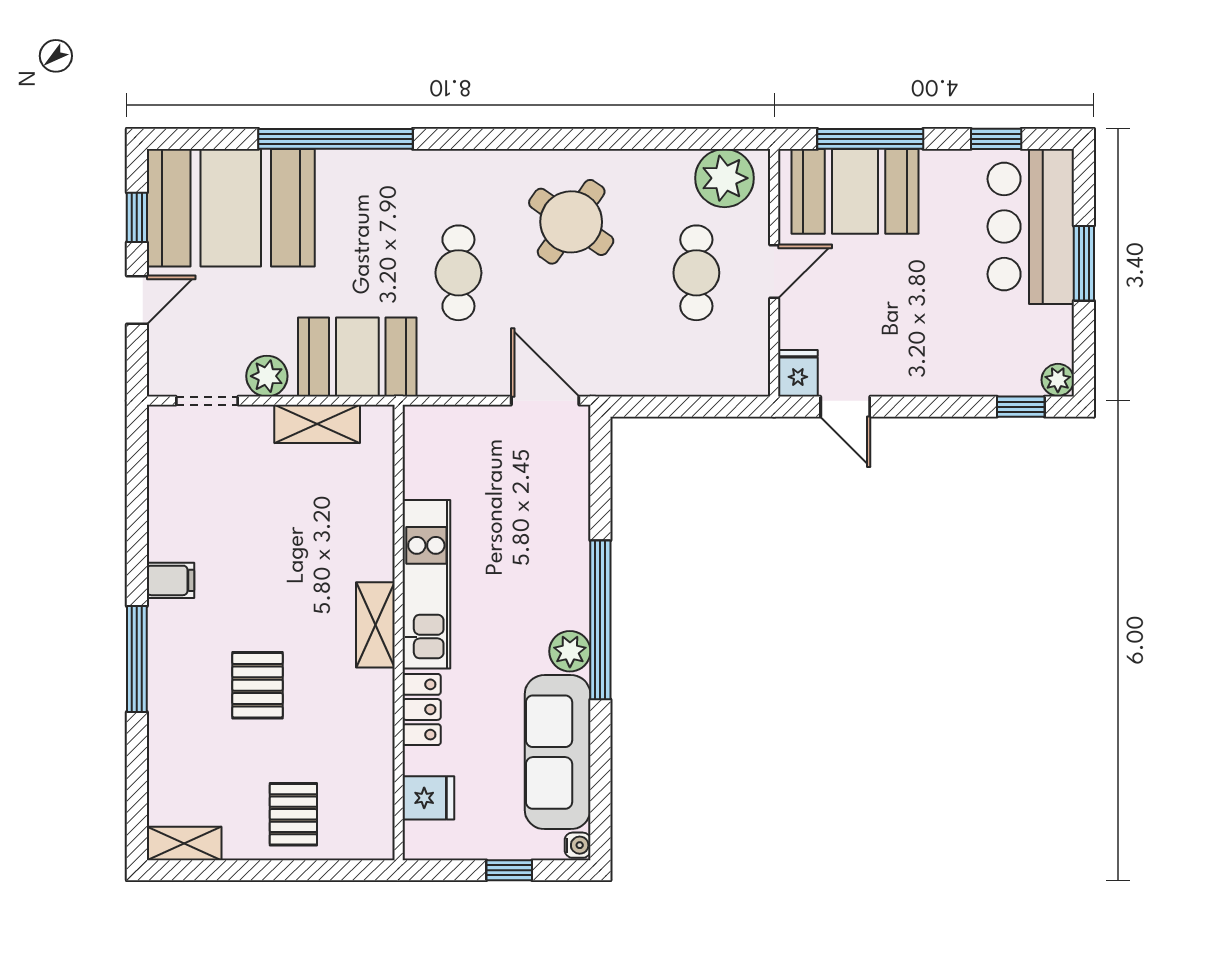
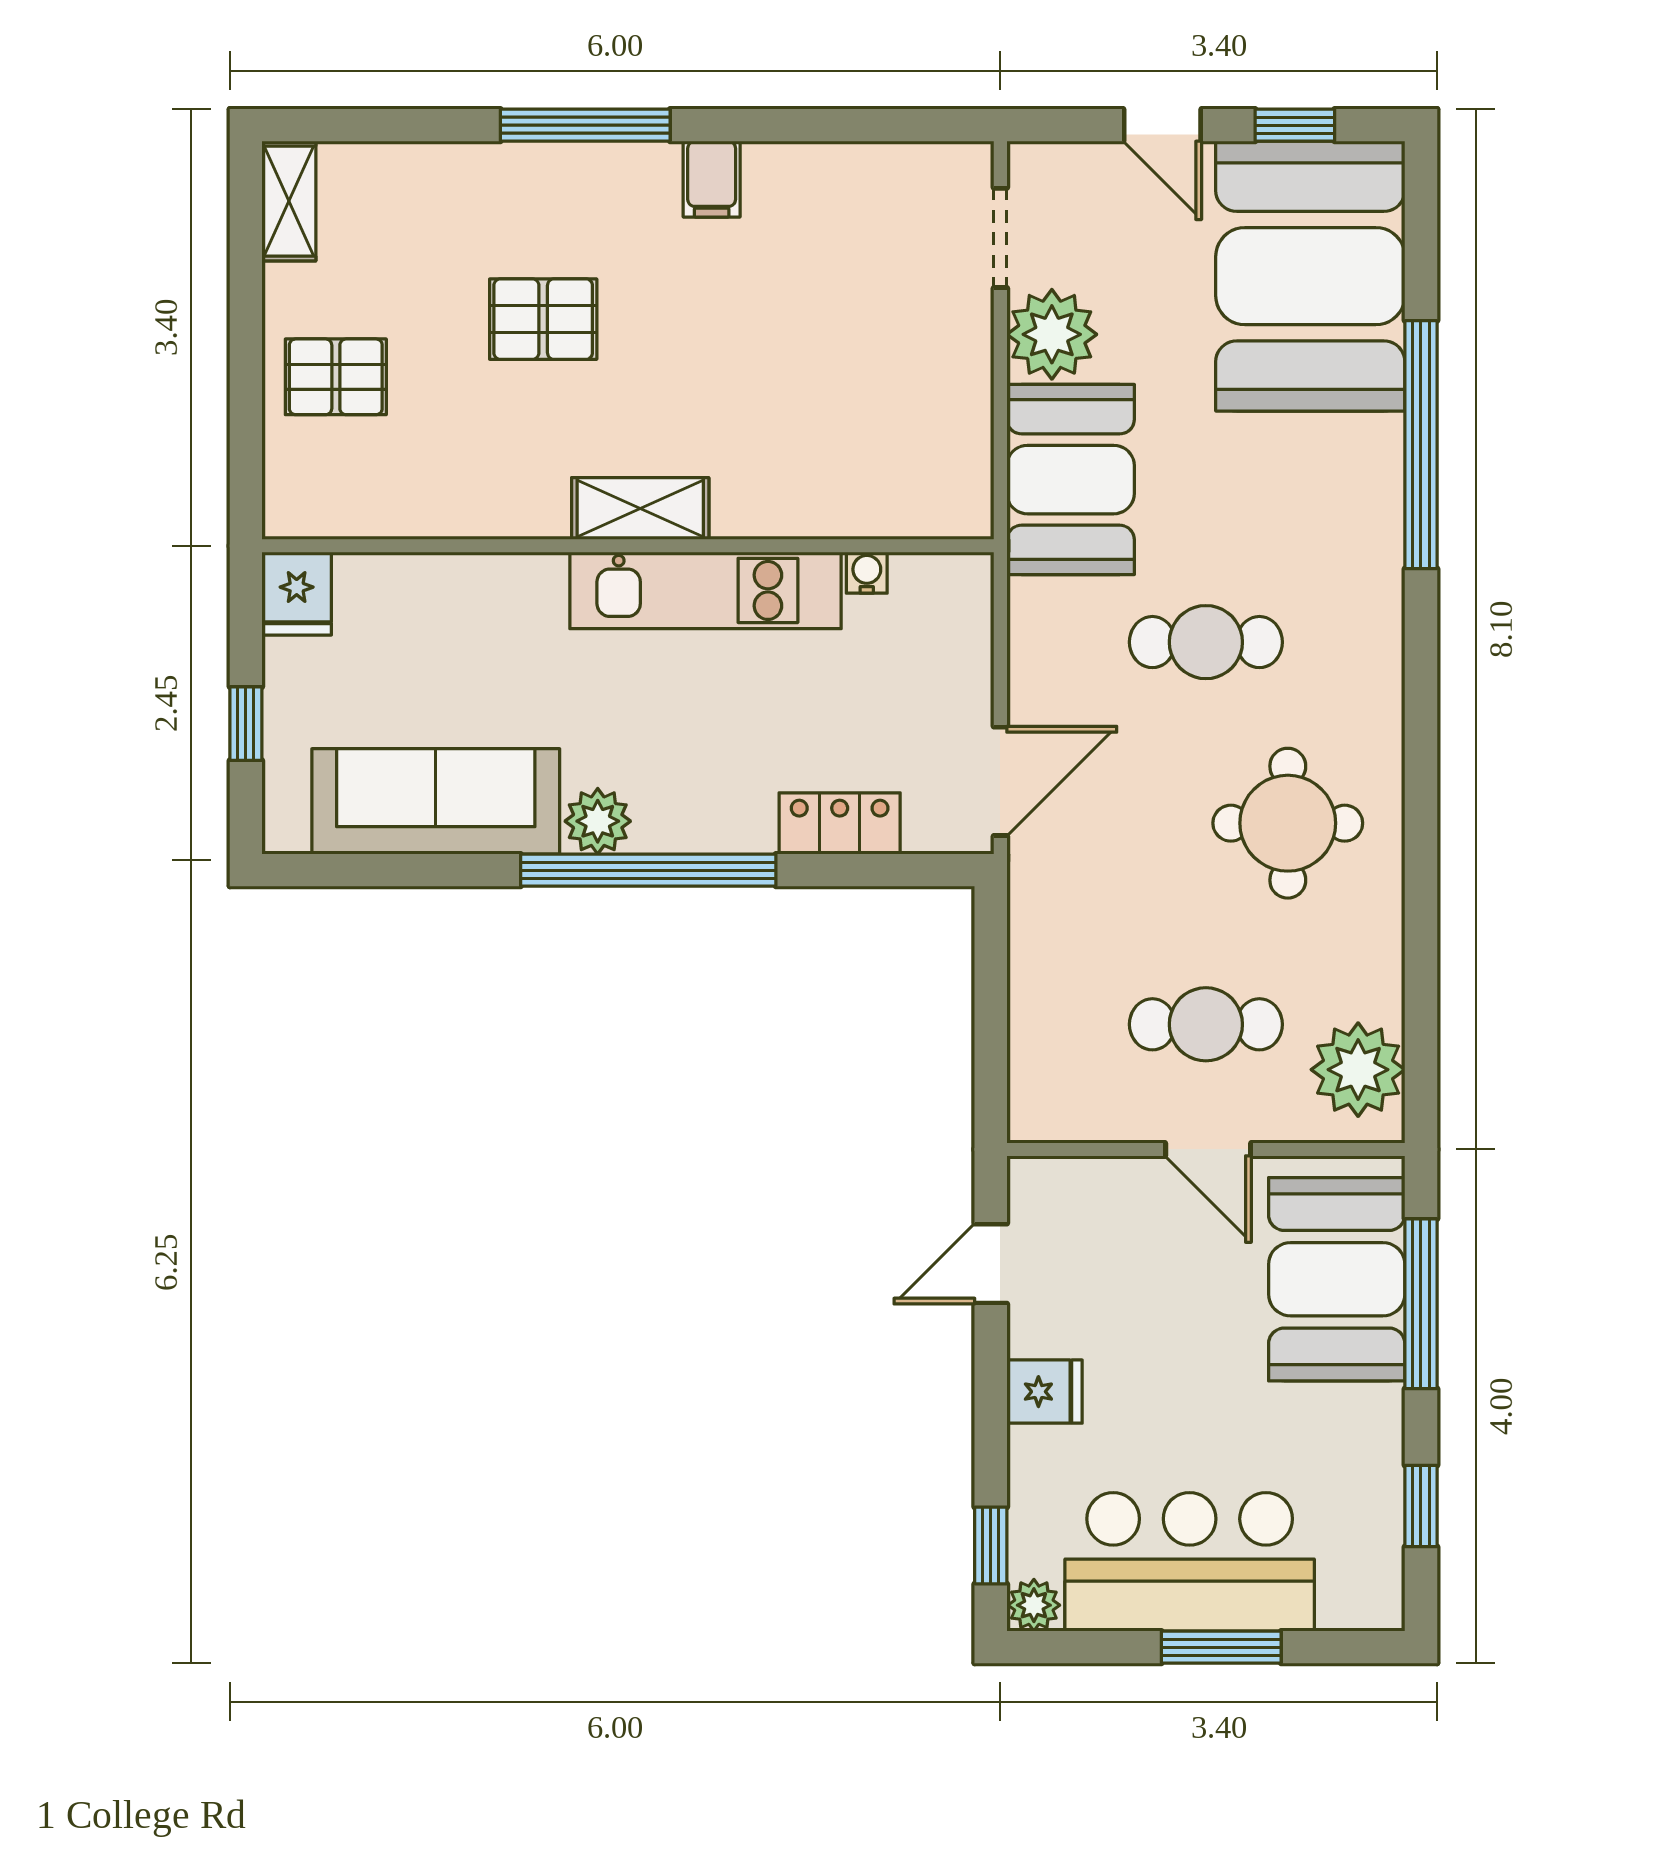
round table: (571, 222) -> (1288, 823), turned -35
bar counter: (1031, 227) -> (1190, 1562), moved
fridge: (798, 373) -> (1044, 1392), moved
plant: (267, 376) -> (1052, 334), width x1.36, depth x1.36
shelving: (317, 424) -> (963, 415), removed
locker: (422, 709) -> (840, 823), moved, turned 180
fridge: (428, 798) -> (297, 594), moved
water cooler: (578, 845) -> (867, 573), moved, turned 180

